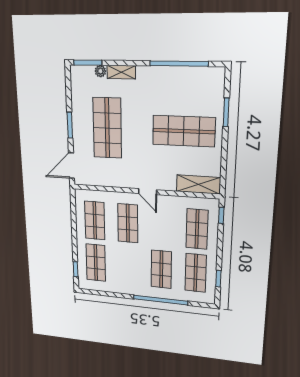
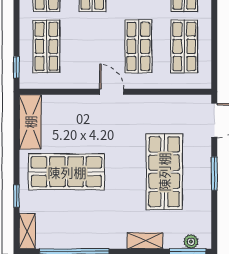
plant: (100, 71) -> (191, 242), moved
shelving: (218, 82) -> (27, 231), added
window: (226, 112) -> (16, 196), width x0.67
shelving: (198, 184) -> (30, 122), moved, turned 90

